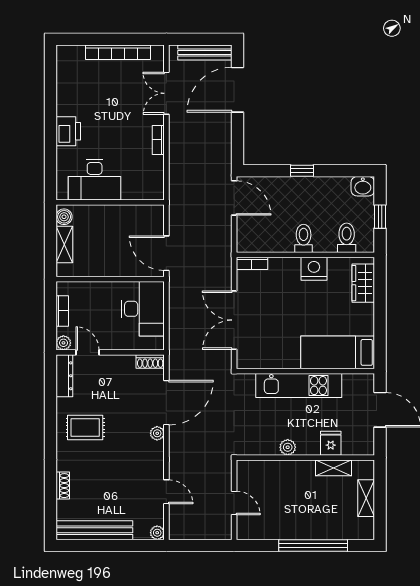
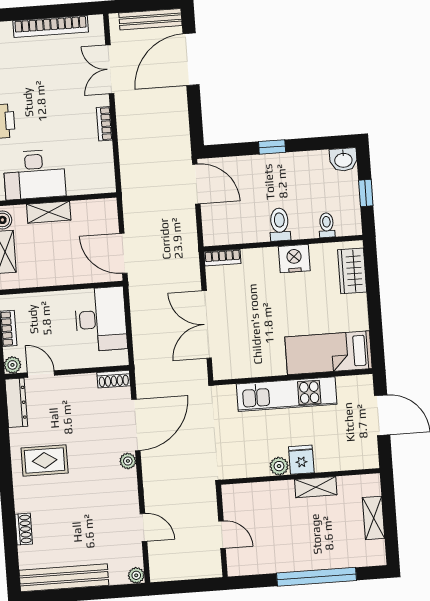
shelving: (105, 213) -> (49, 212), added
toilet: (347, 238) -> (327, 225), width x0.73, depth x0.72
fridge: (331, 443) -> (301, 460), moved
shelving: (334, 468) -> (316, 487), moved

